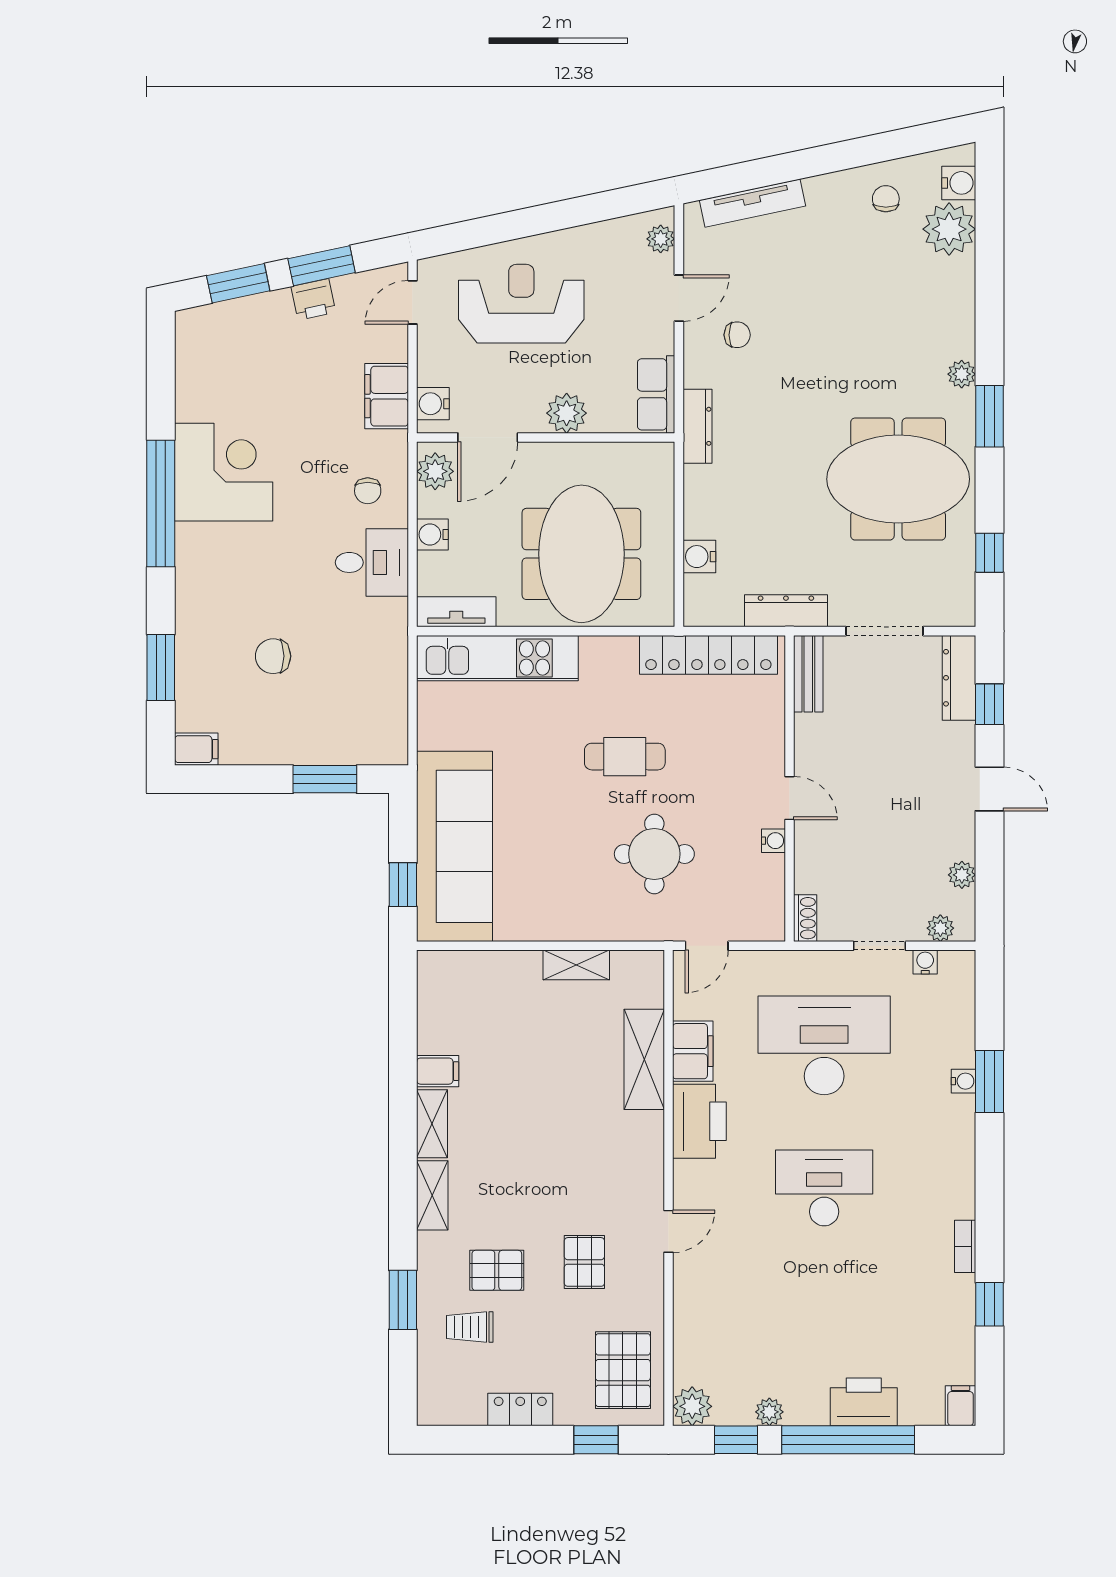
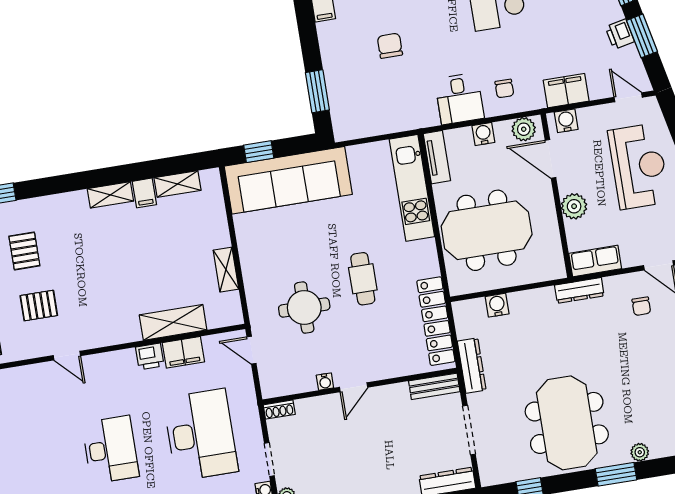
chair: (368, 491) -> (504, 88), turned -90
printer: (699, 1121) -> (150, 356), width x0.53, depth x0.68
shelving: (432, 1195) -> (178, 184), moved

